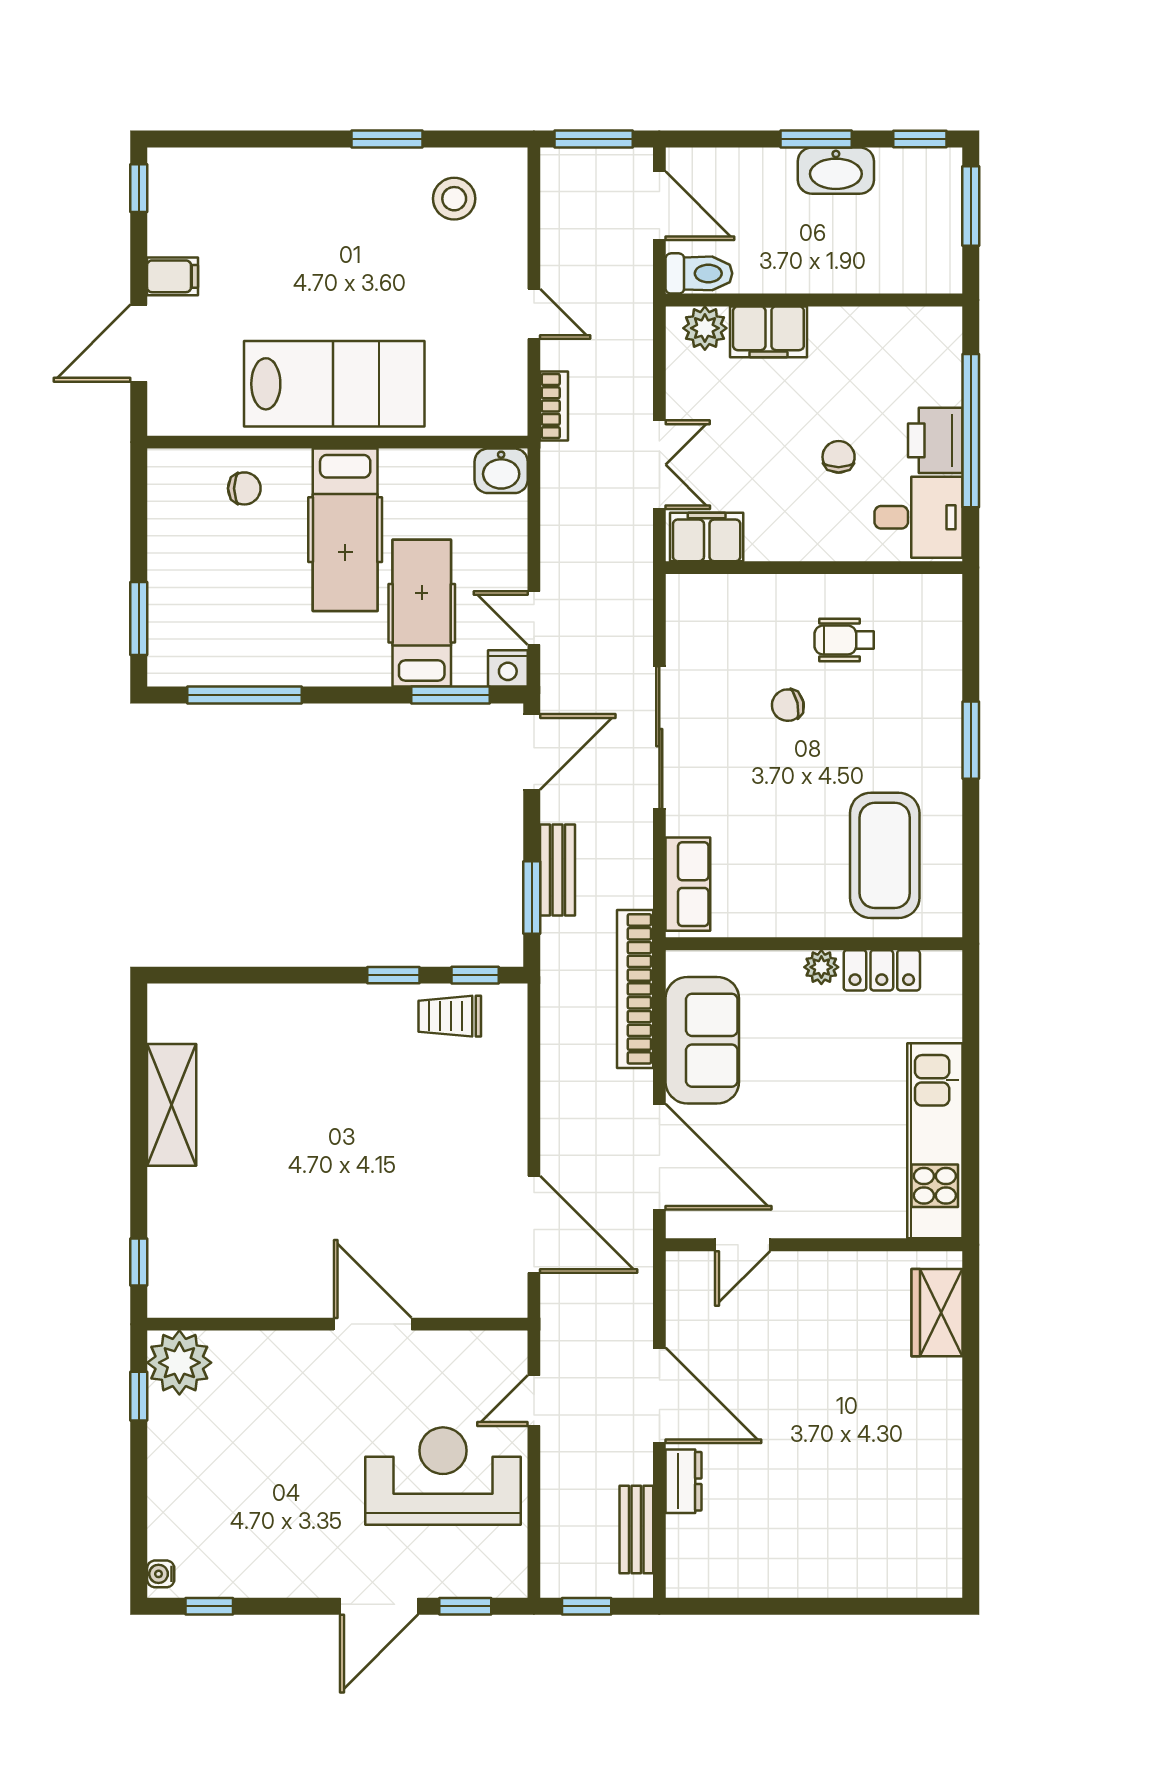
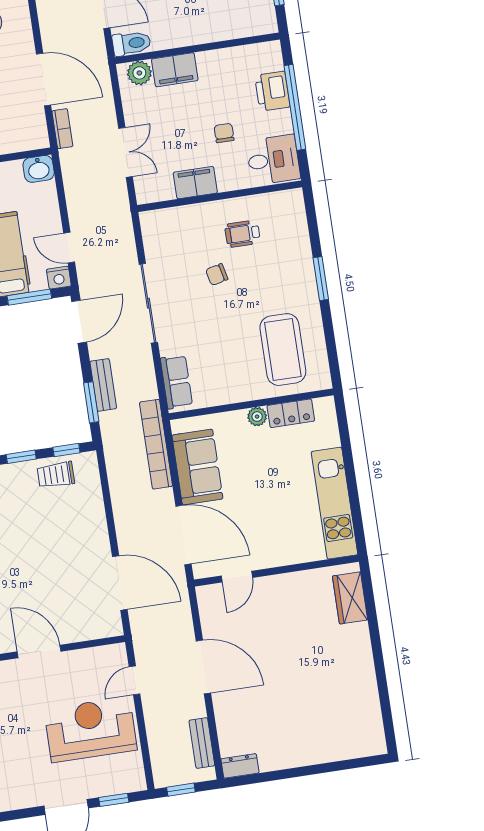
door: (534, 314) -> (44, 79), width x1.87
printer: (935, 440) -> (272, 91), moved
filing cabinet: (707, 537) -> (195, 183), moved
dresser: (684, 1481) -> (240, 766), moved, turned -90

